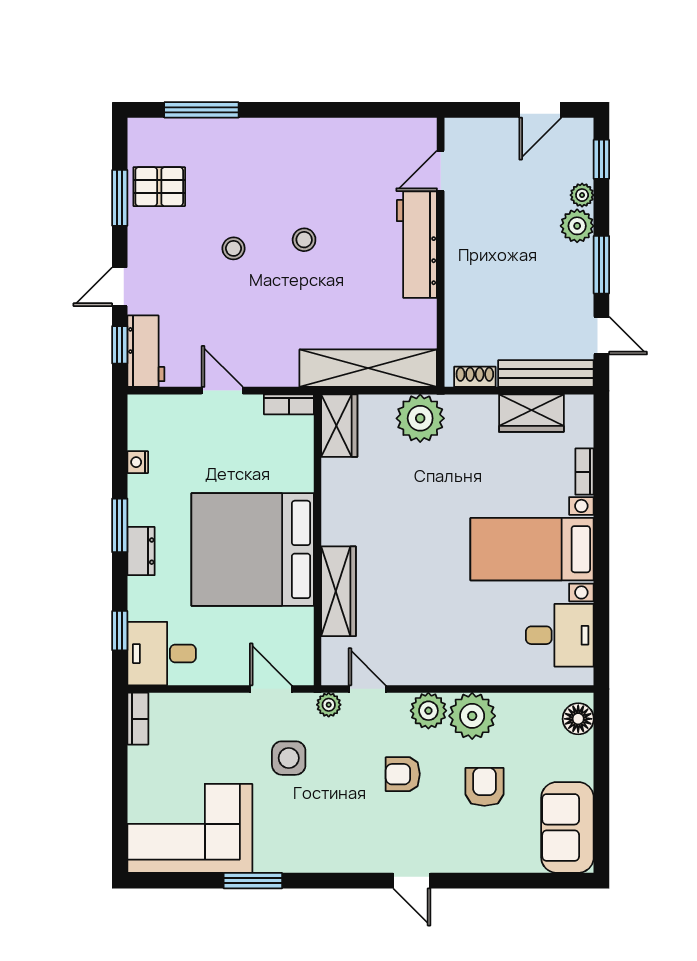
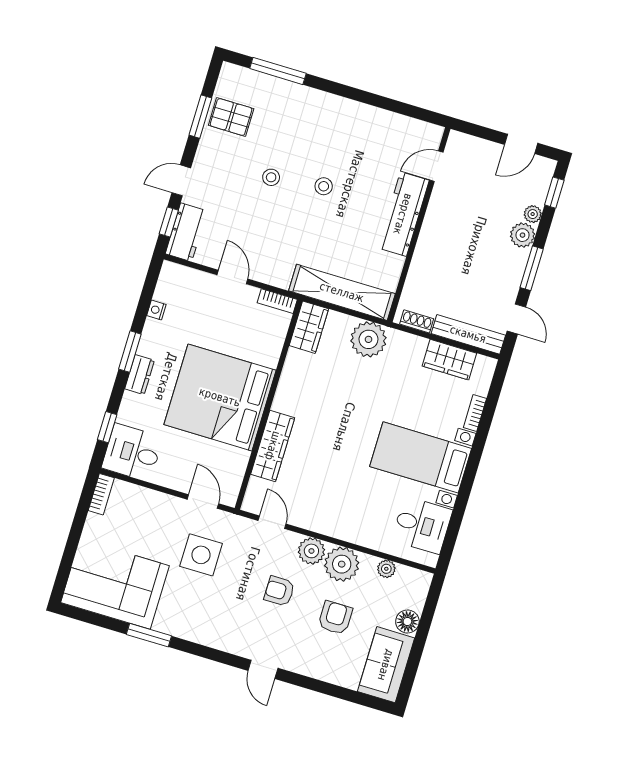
plant: (329, 705) -> (386, 569), moved
floor lamp: (578, 719) -> (407, 621), moved
side table: (289, 758) -> (201, 555), width x1.37, depth x1.37

